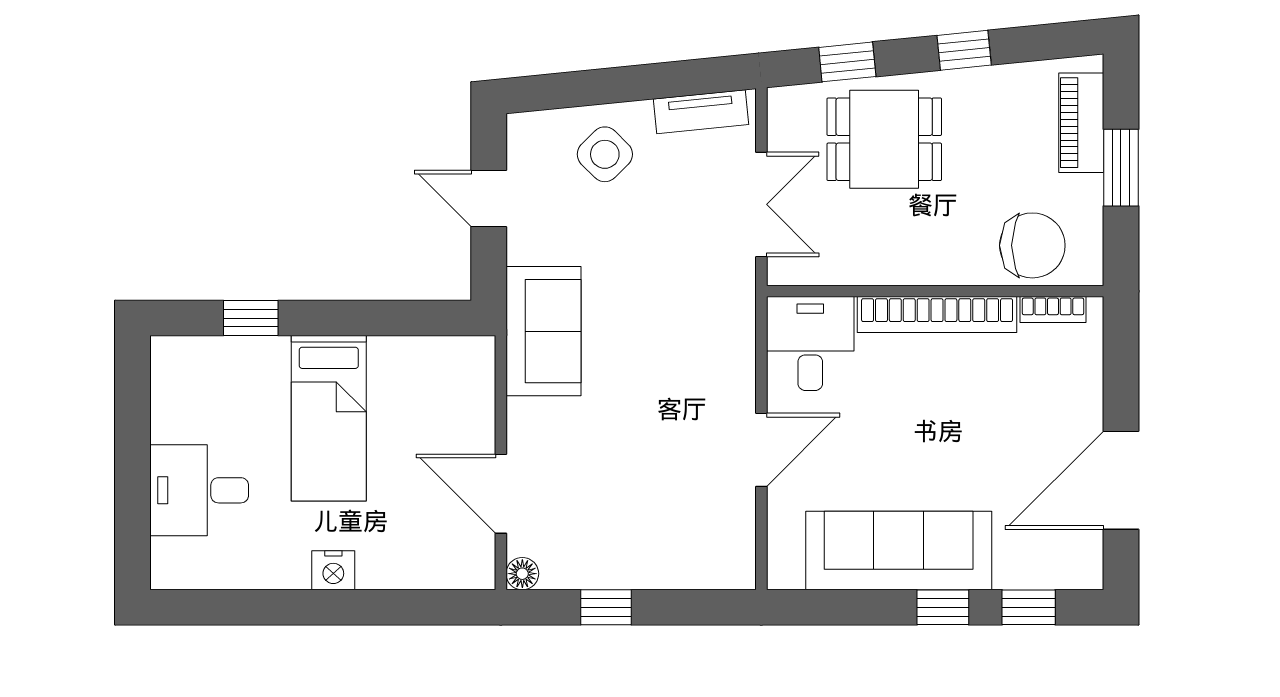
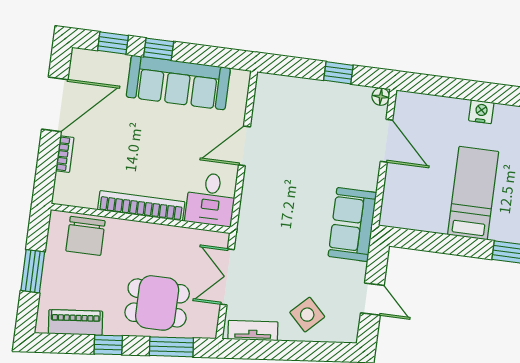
window: (847, 62) -> (171, 347), width x1.50
piano: (1081, 123) -> (75, 322), moved, turned -96
chair: (1032, 245) -> (85, 236), turned -90
bookcase: (1053, 310) -> (65, 154), moved, turned 90

